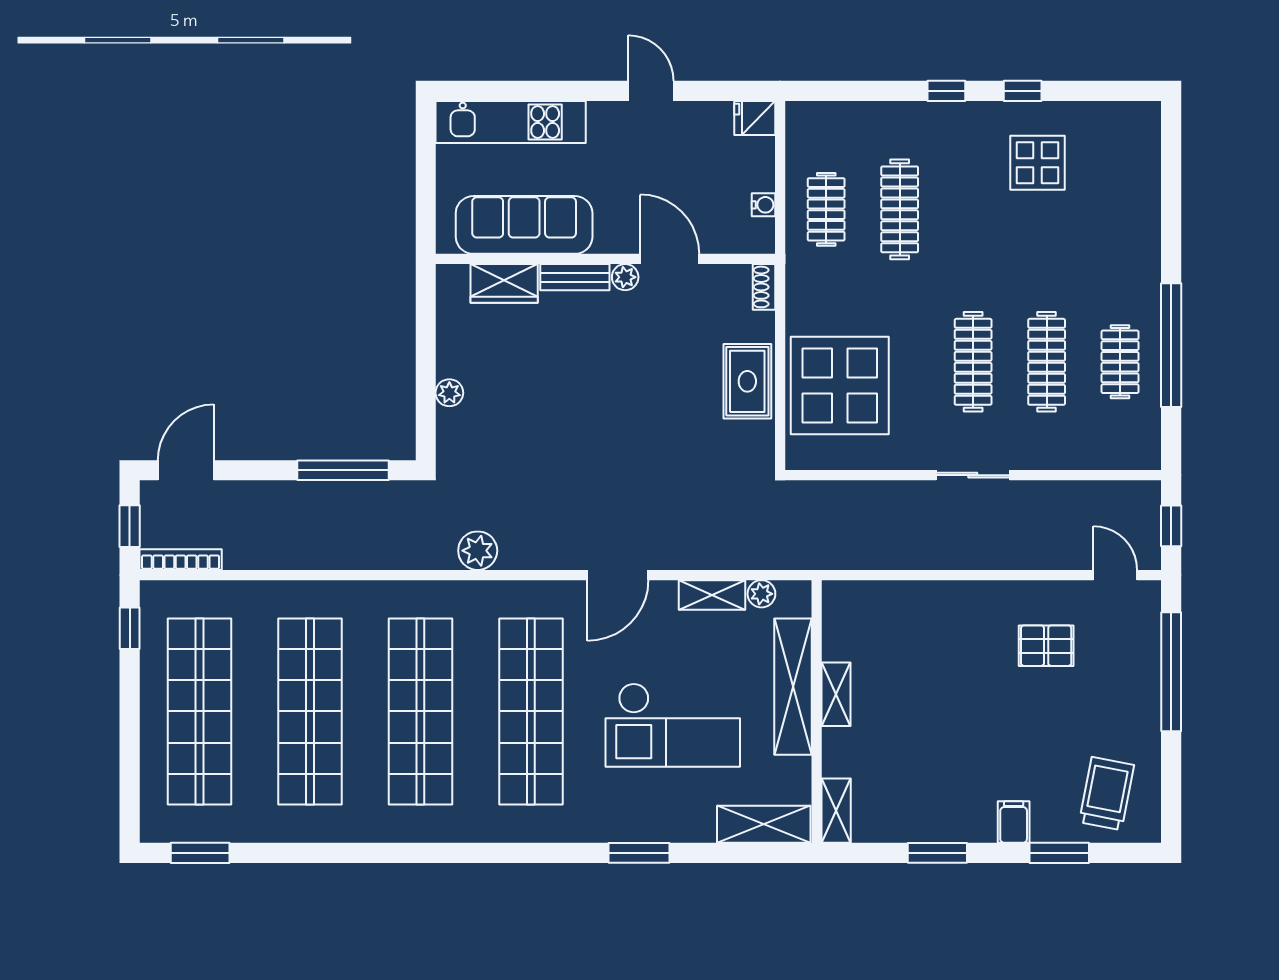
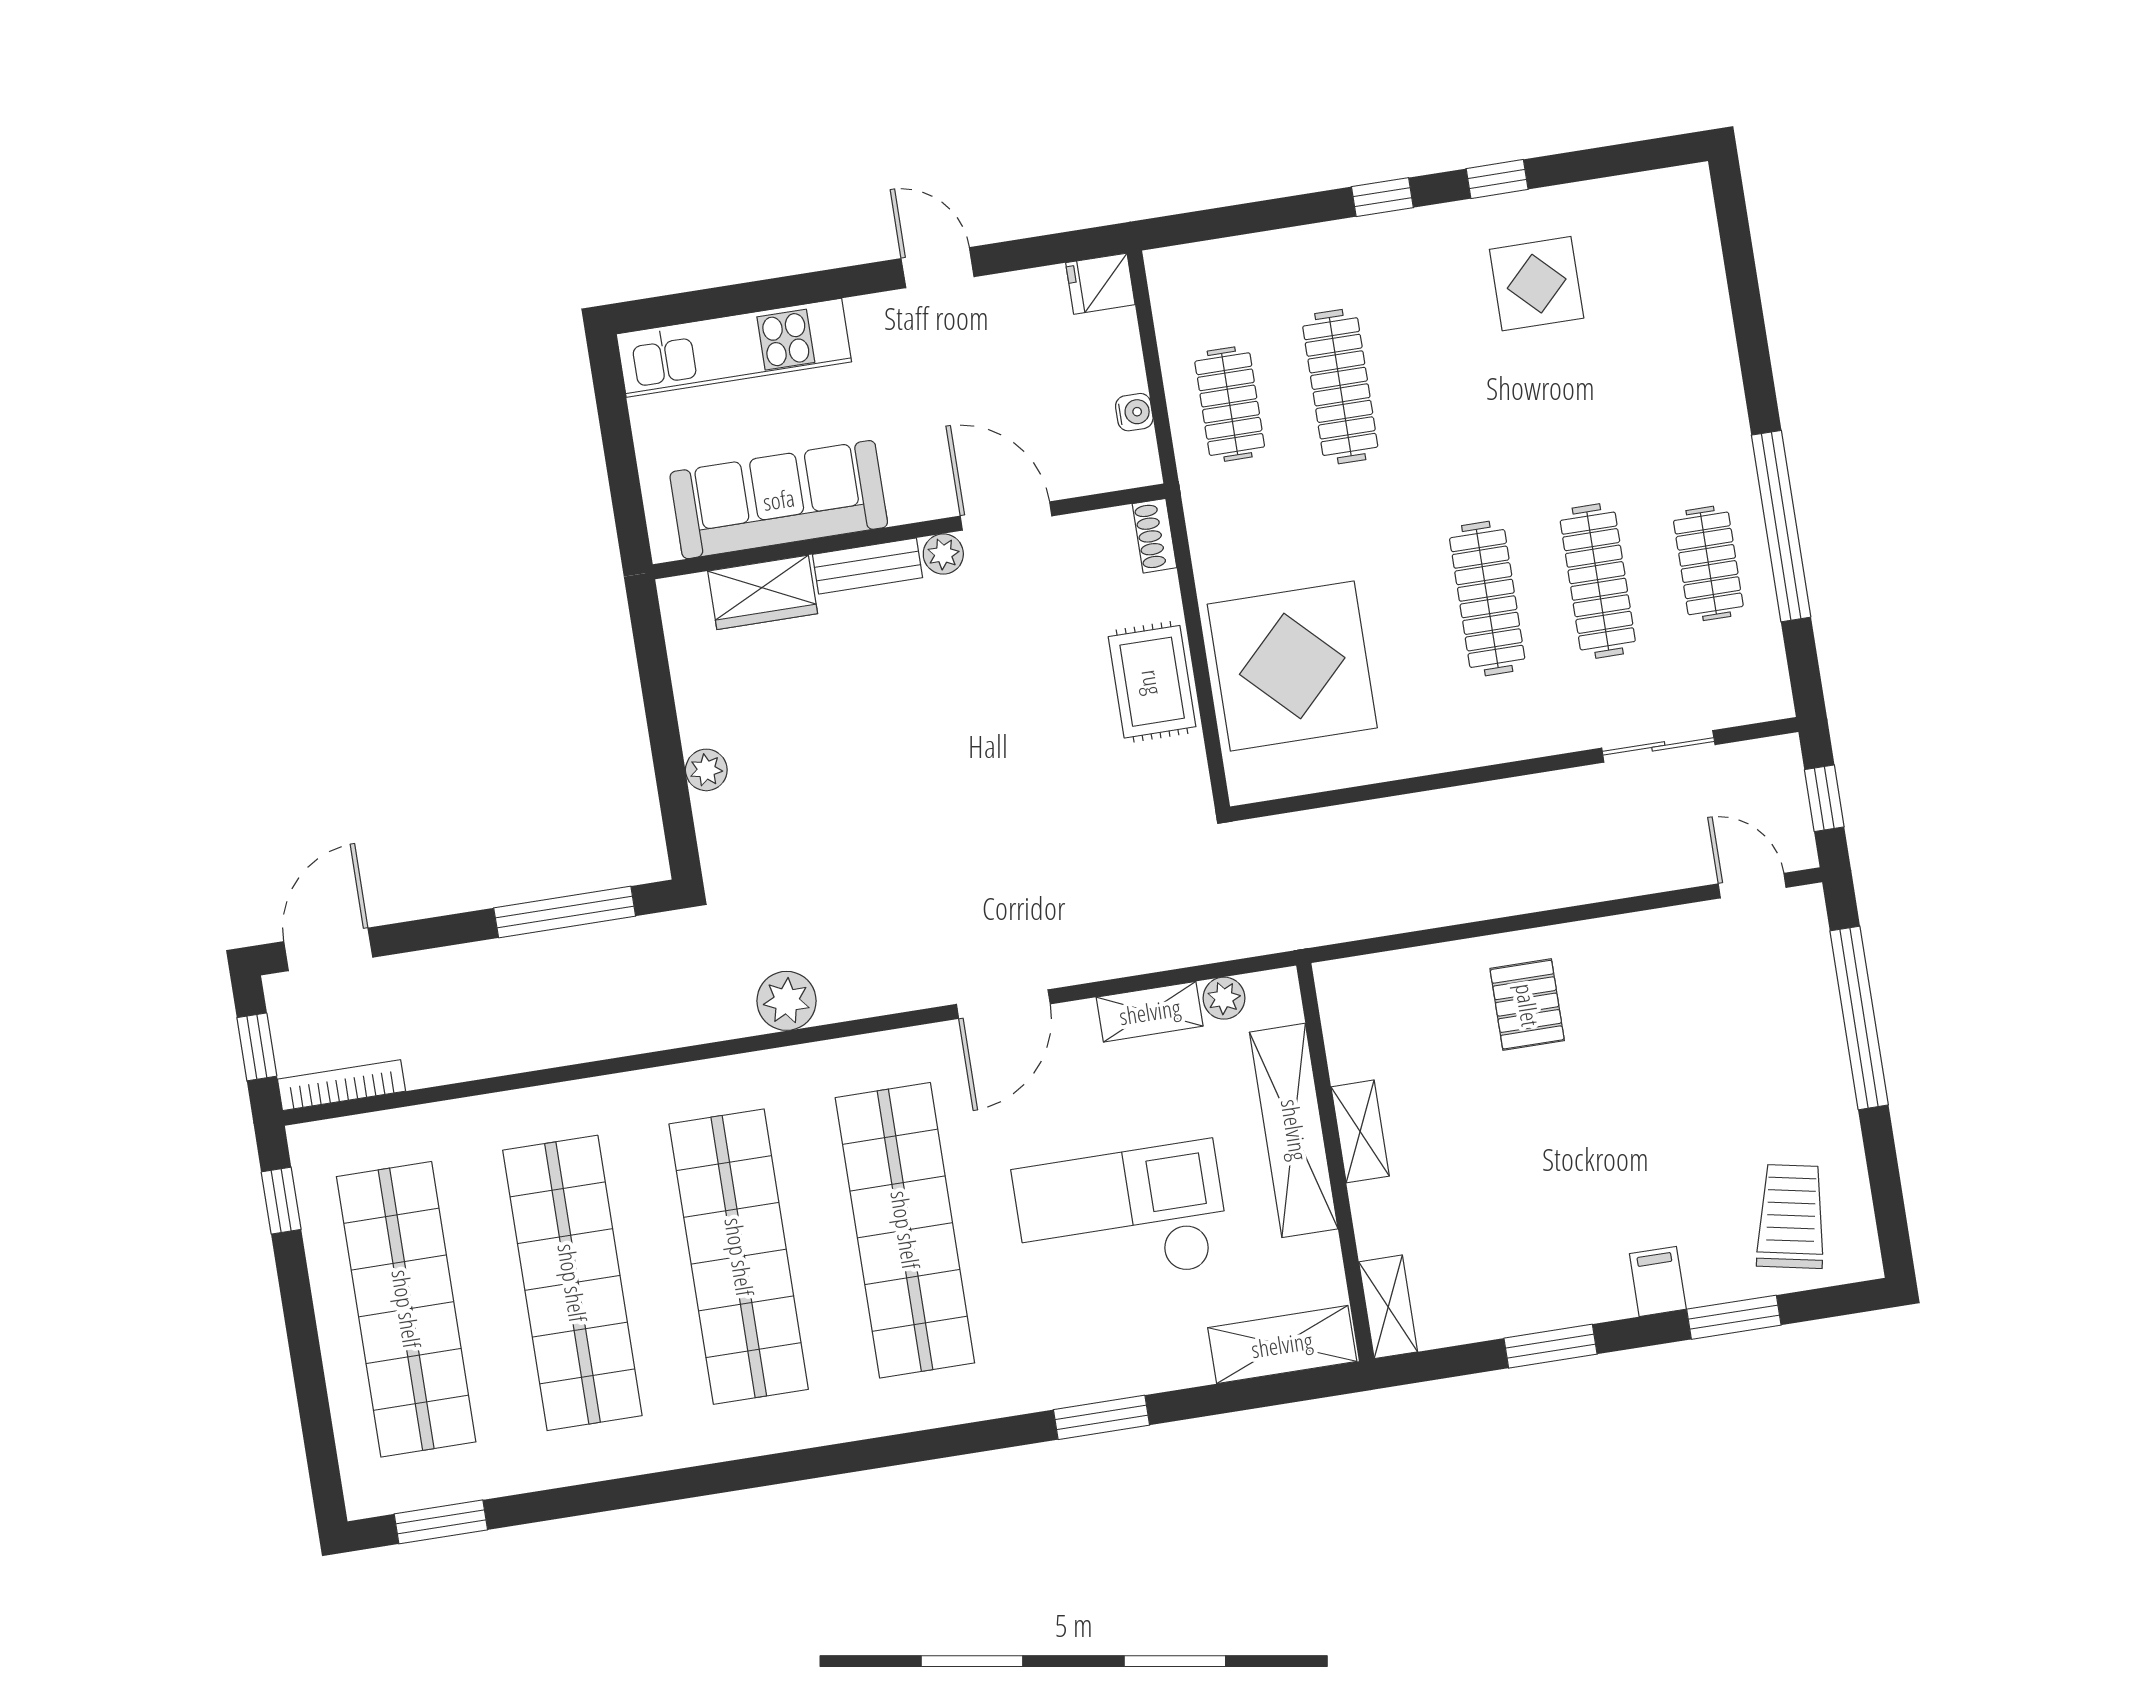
sliding door: (973, 475) -> (1658, 746), moved
pallet: (1046, 646) -> (1527, 1005), moved, turned 90
checkout: (673, 725) -> (1122, 1217), turned 180

